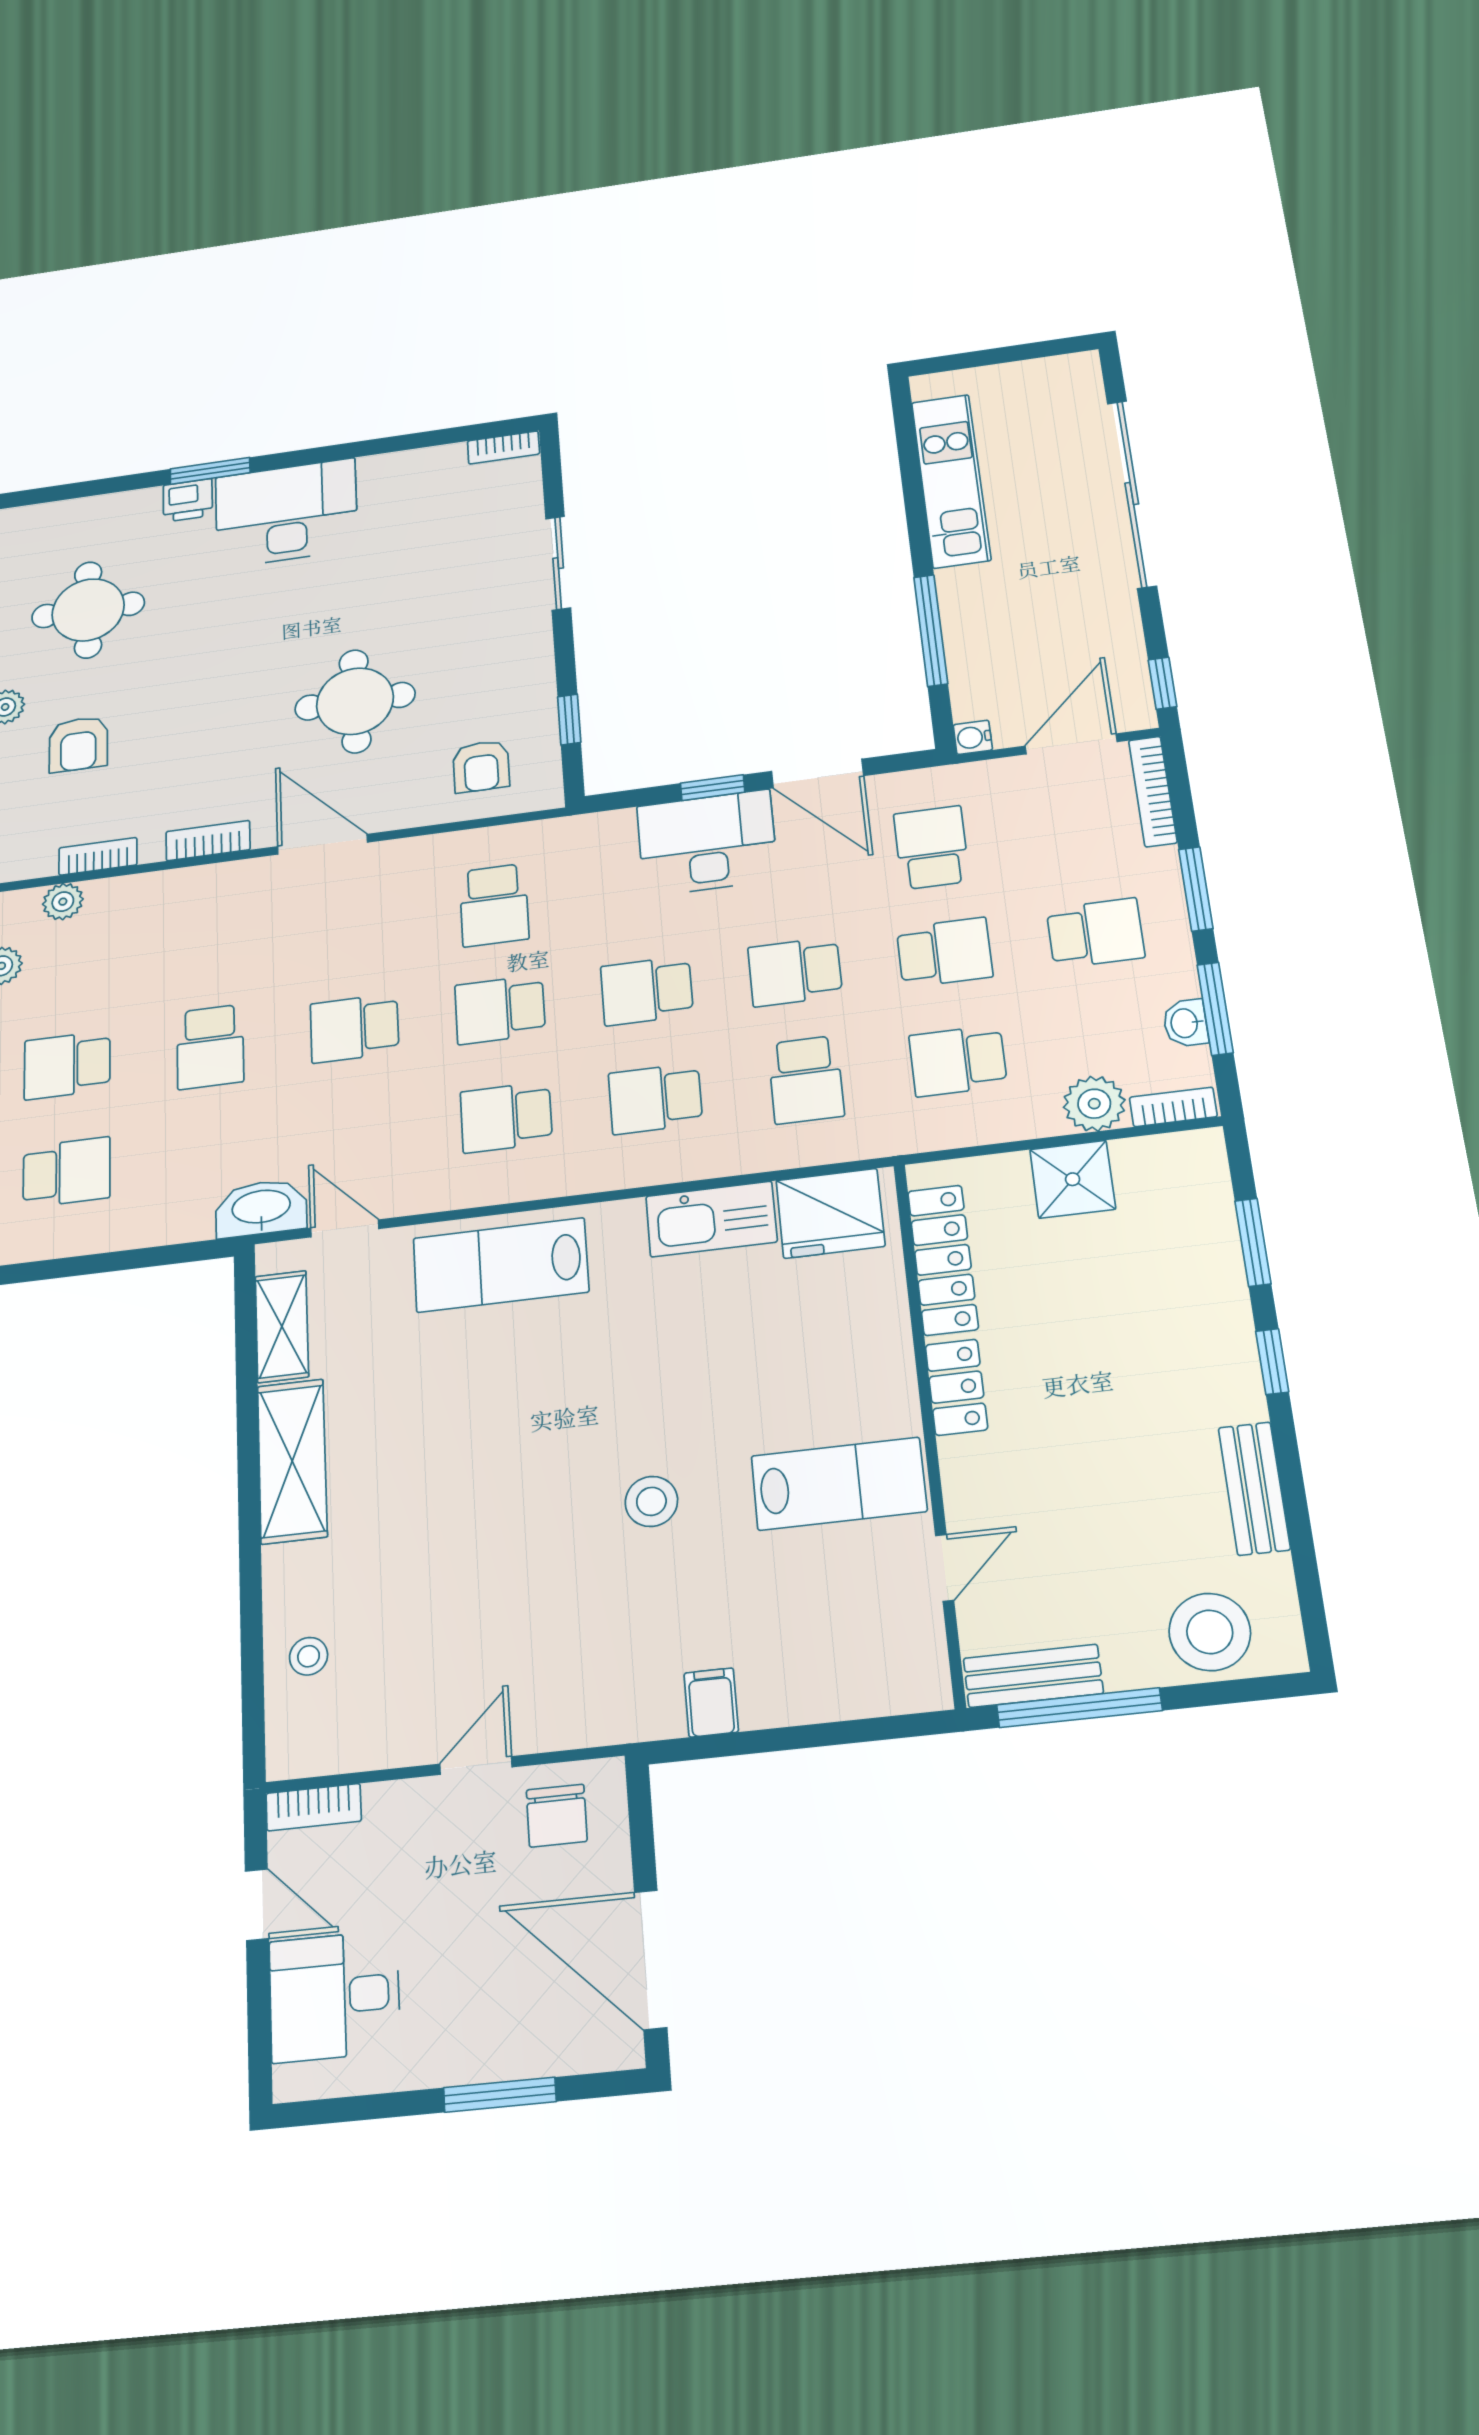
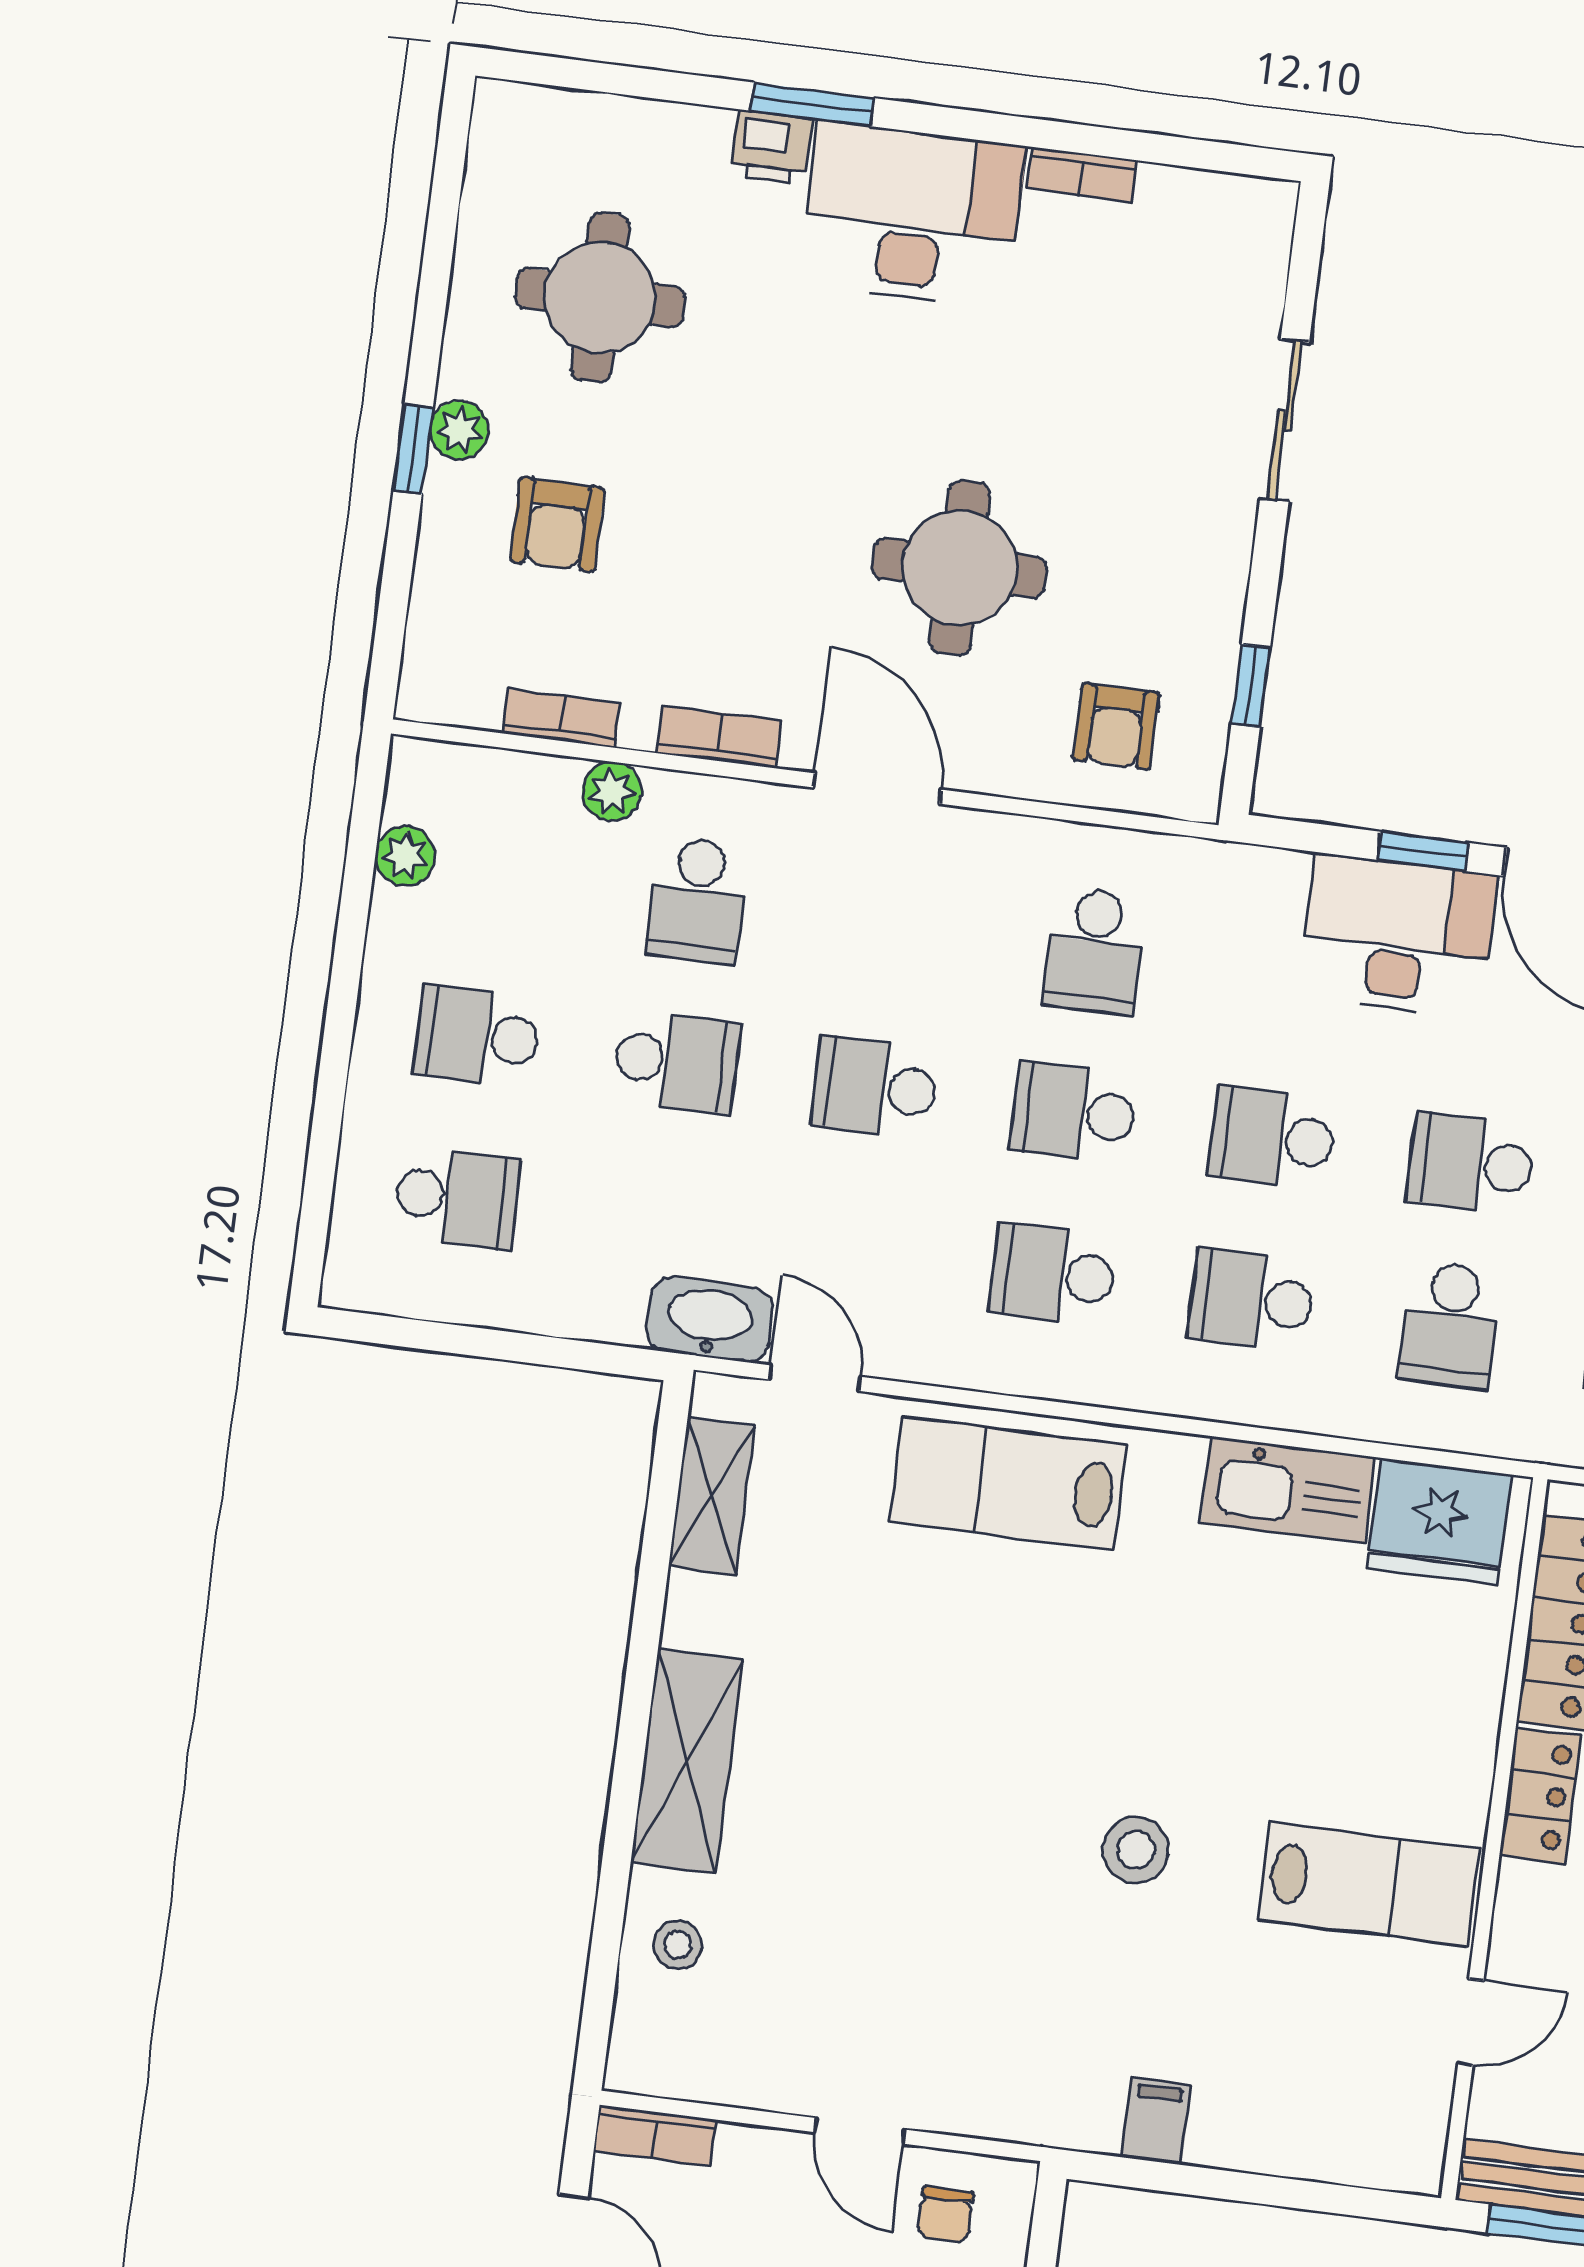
bookcase: (503, 447) -> (1082, 174), moved
plant: (63, 902) -> (612, 791), moved
school desk: (209, 943) -> (697, 900), added
school desk: (210, 1047) -> (676, 1062), turned -90
shelving: (292, 1461) -> (687, 1761), moved
door: (476, 1766) -> (860, 2131), swing flipped
chair: (557, 1816) -> (945, 2215), width x0.73, depth x0.73

